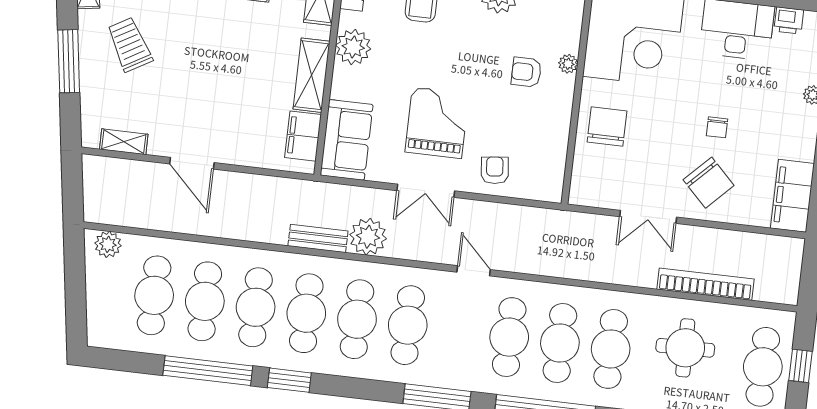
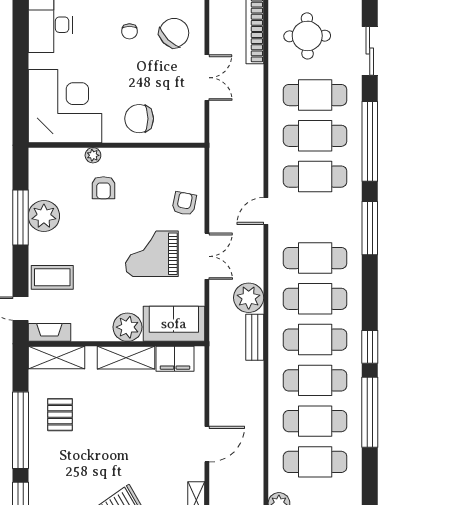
plant: (353, 47) -> (127, 327), moved
chair: (717, 127) -> (129, 31), turned 90
armchair: (495, 170) -> (184, 204), turned 107

